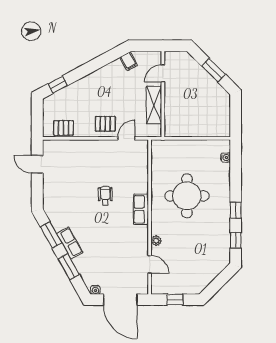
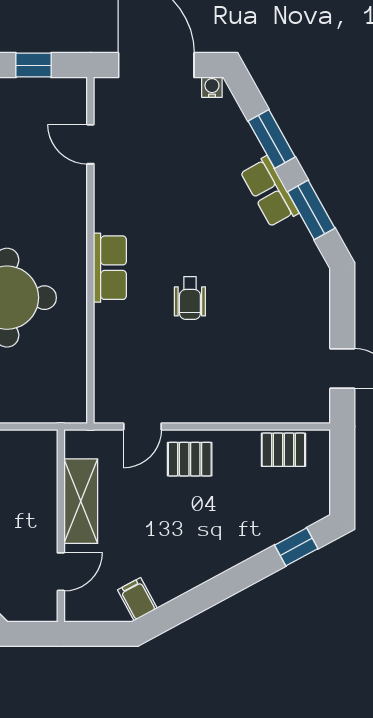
plant: (156, 241) -> (76, 197), removed

